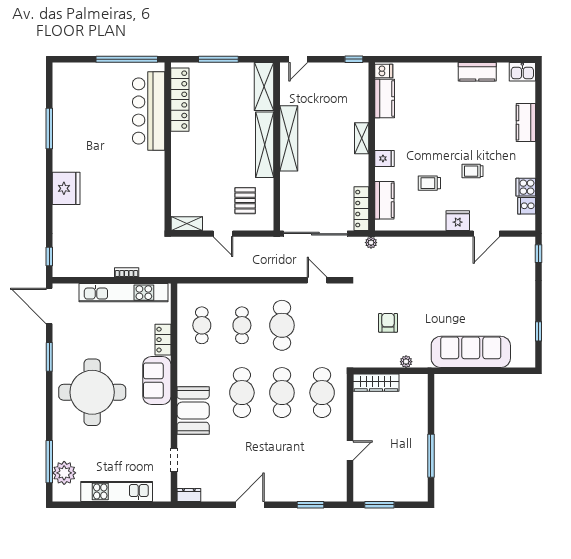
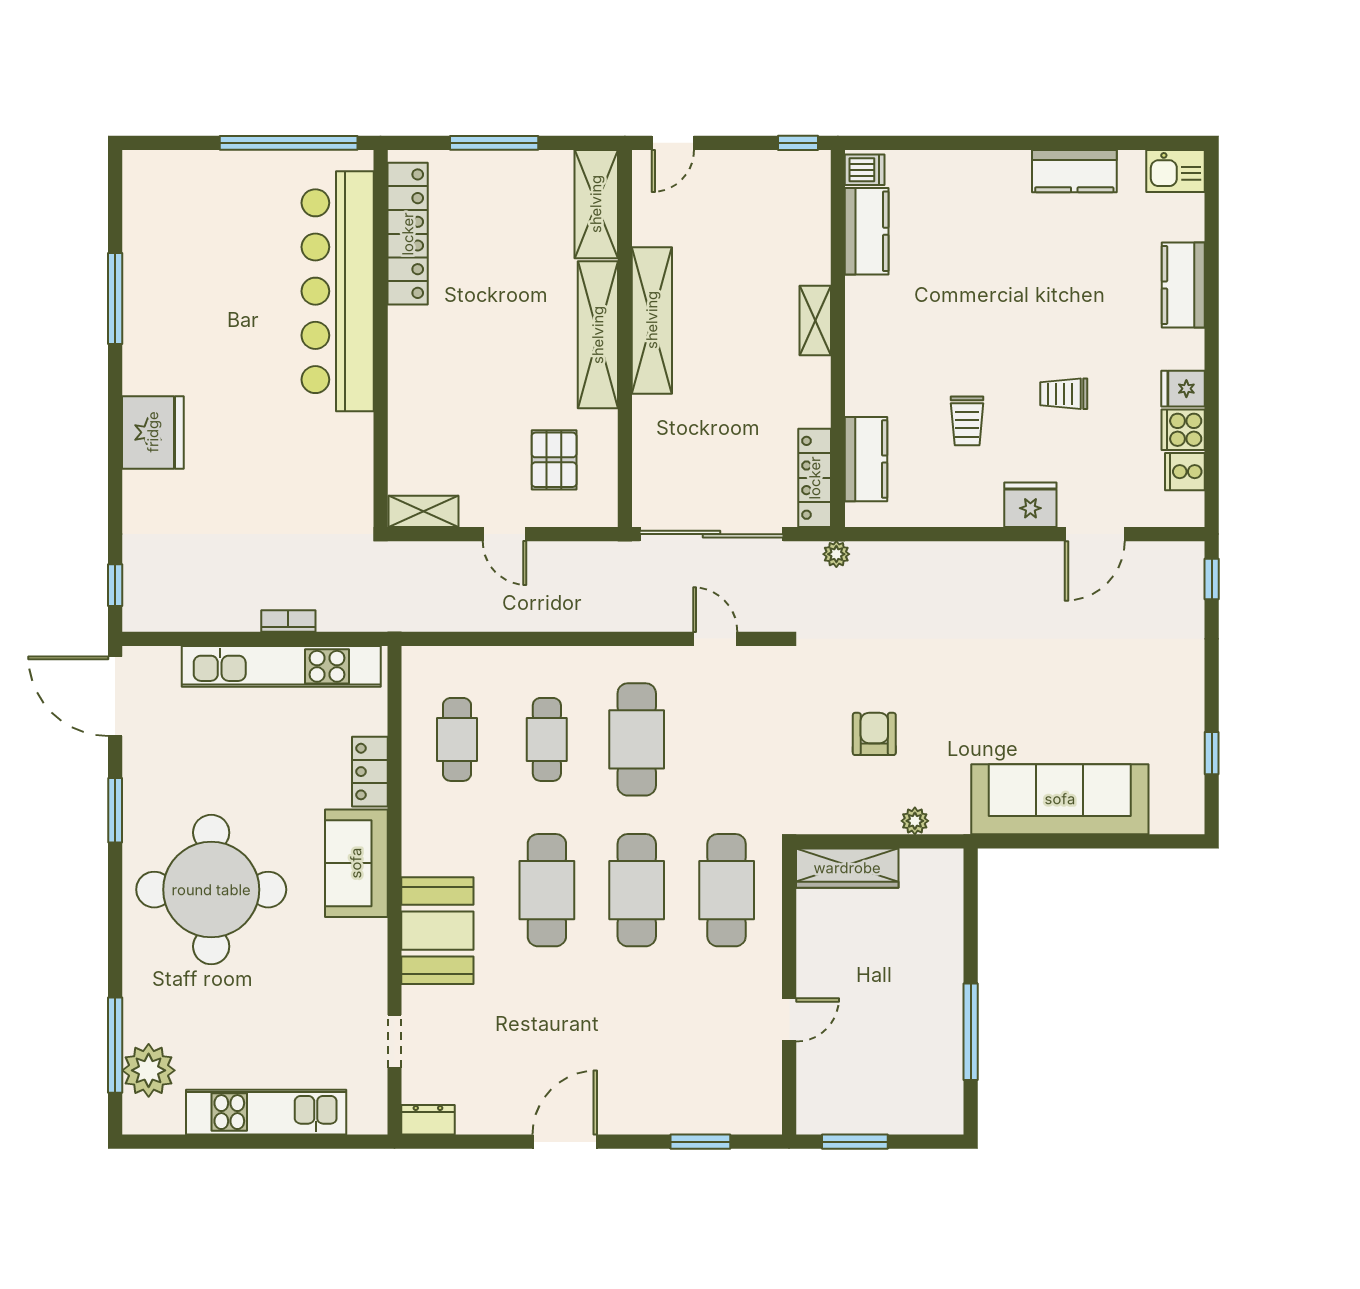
bar counter: (149, 111) -> (338, 291), width x1.36
fridge: (385, 158) -> (1183, 389), moved, turned 180
trolley: (429, 183) -> (967, 421), turned -90

